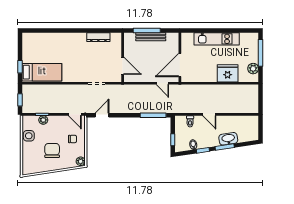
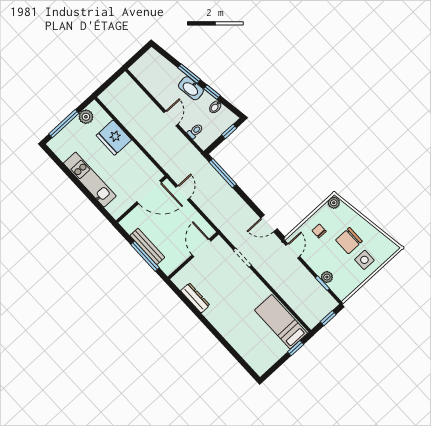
side table: (29, 136) -> (364, 260), moved
washbasin: (228, 139) -> (191, 88), moved

